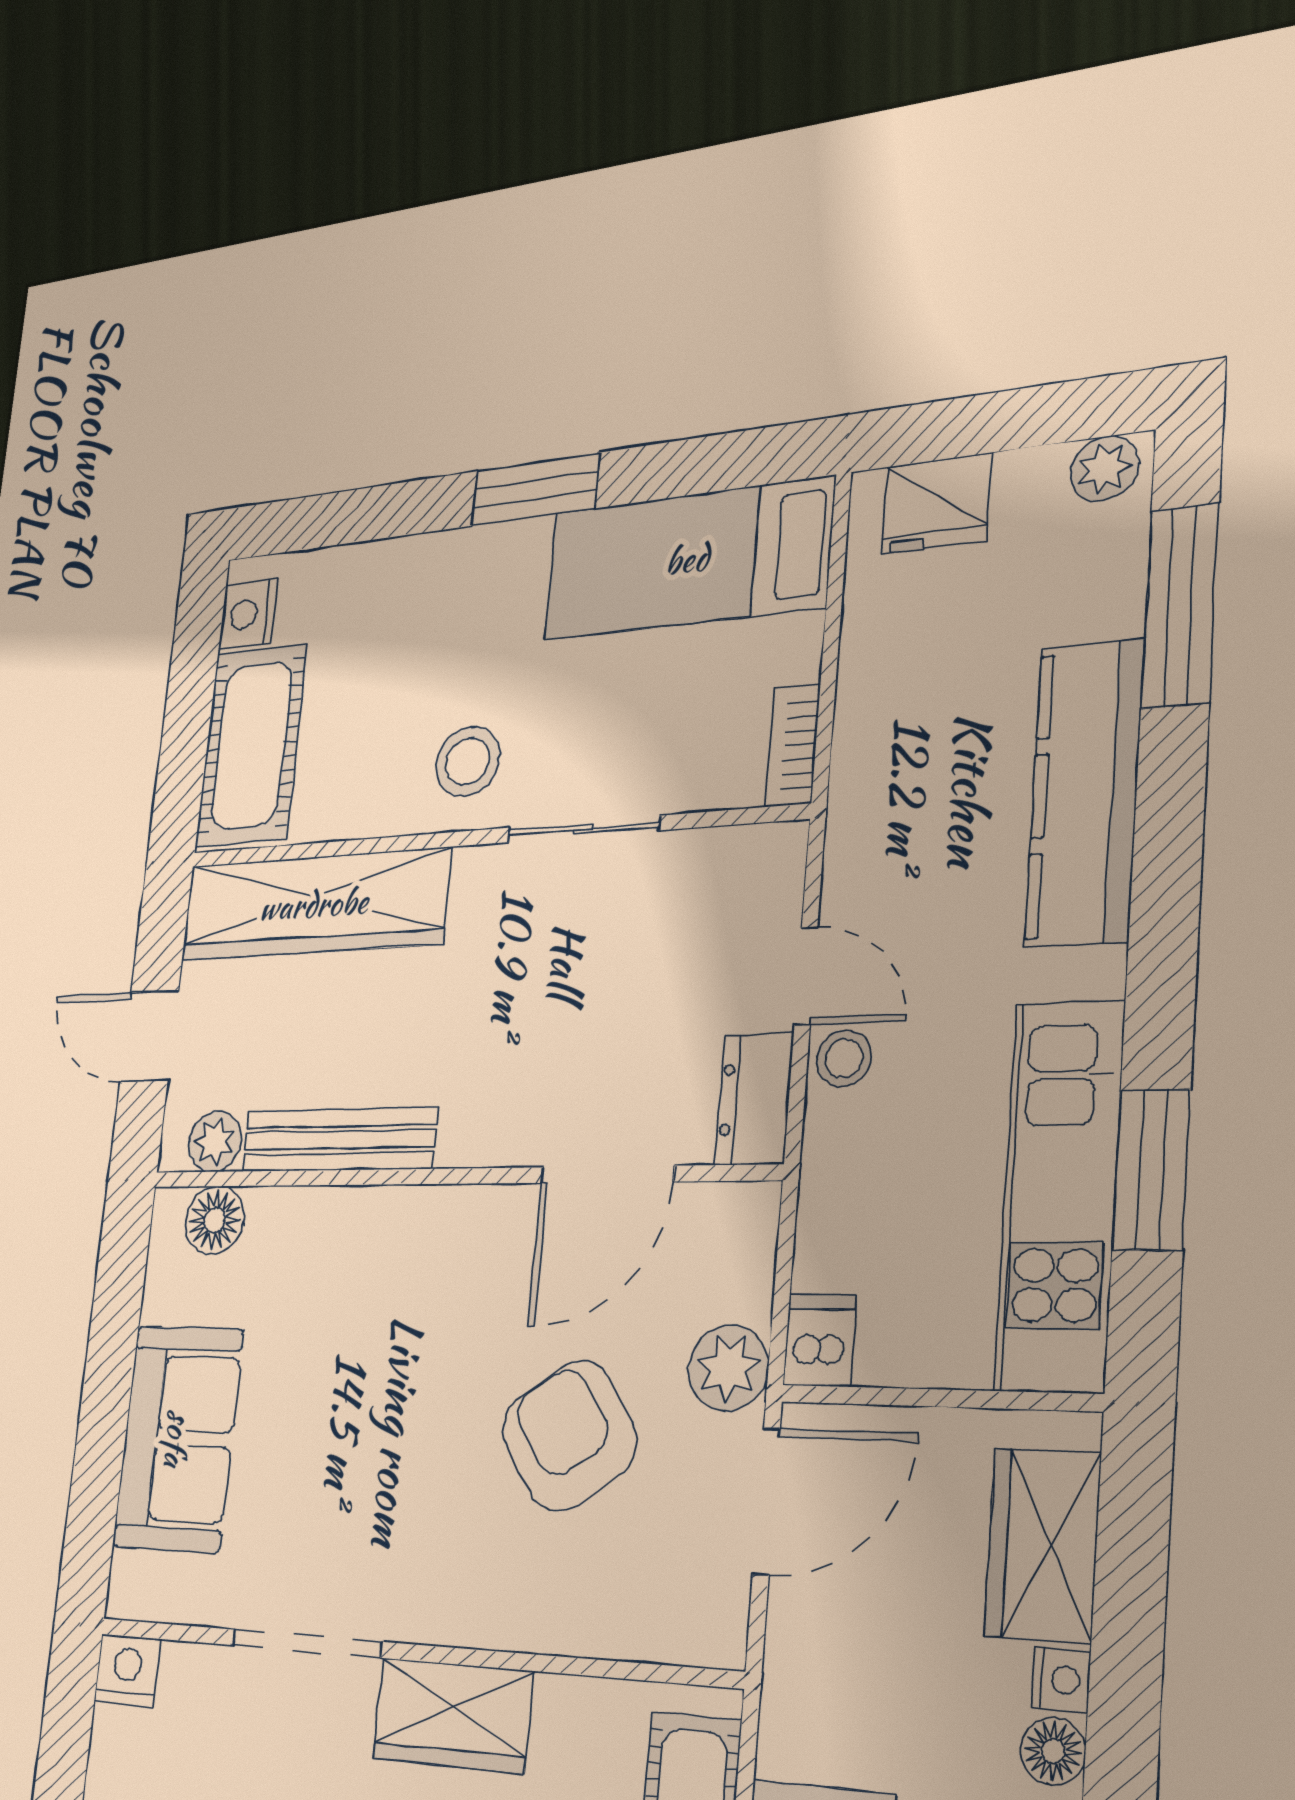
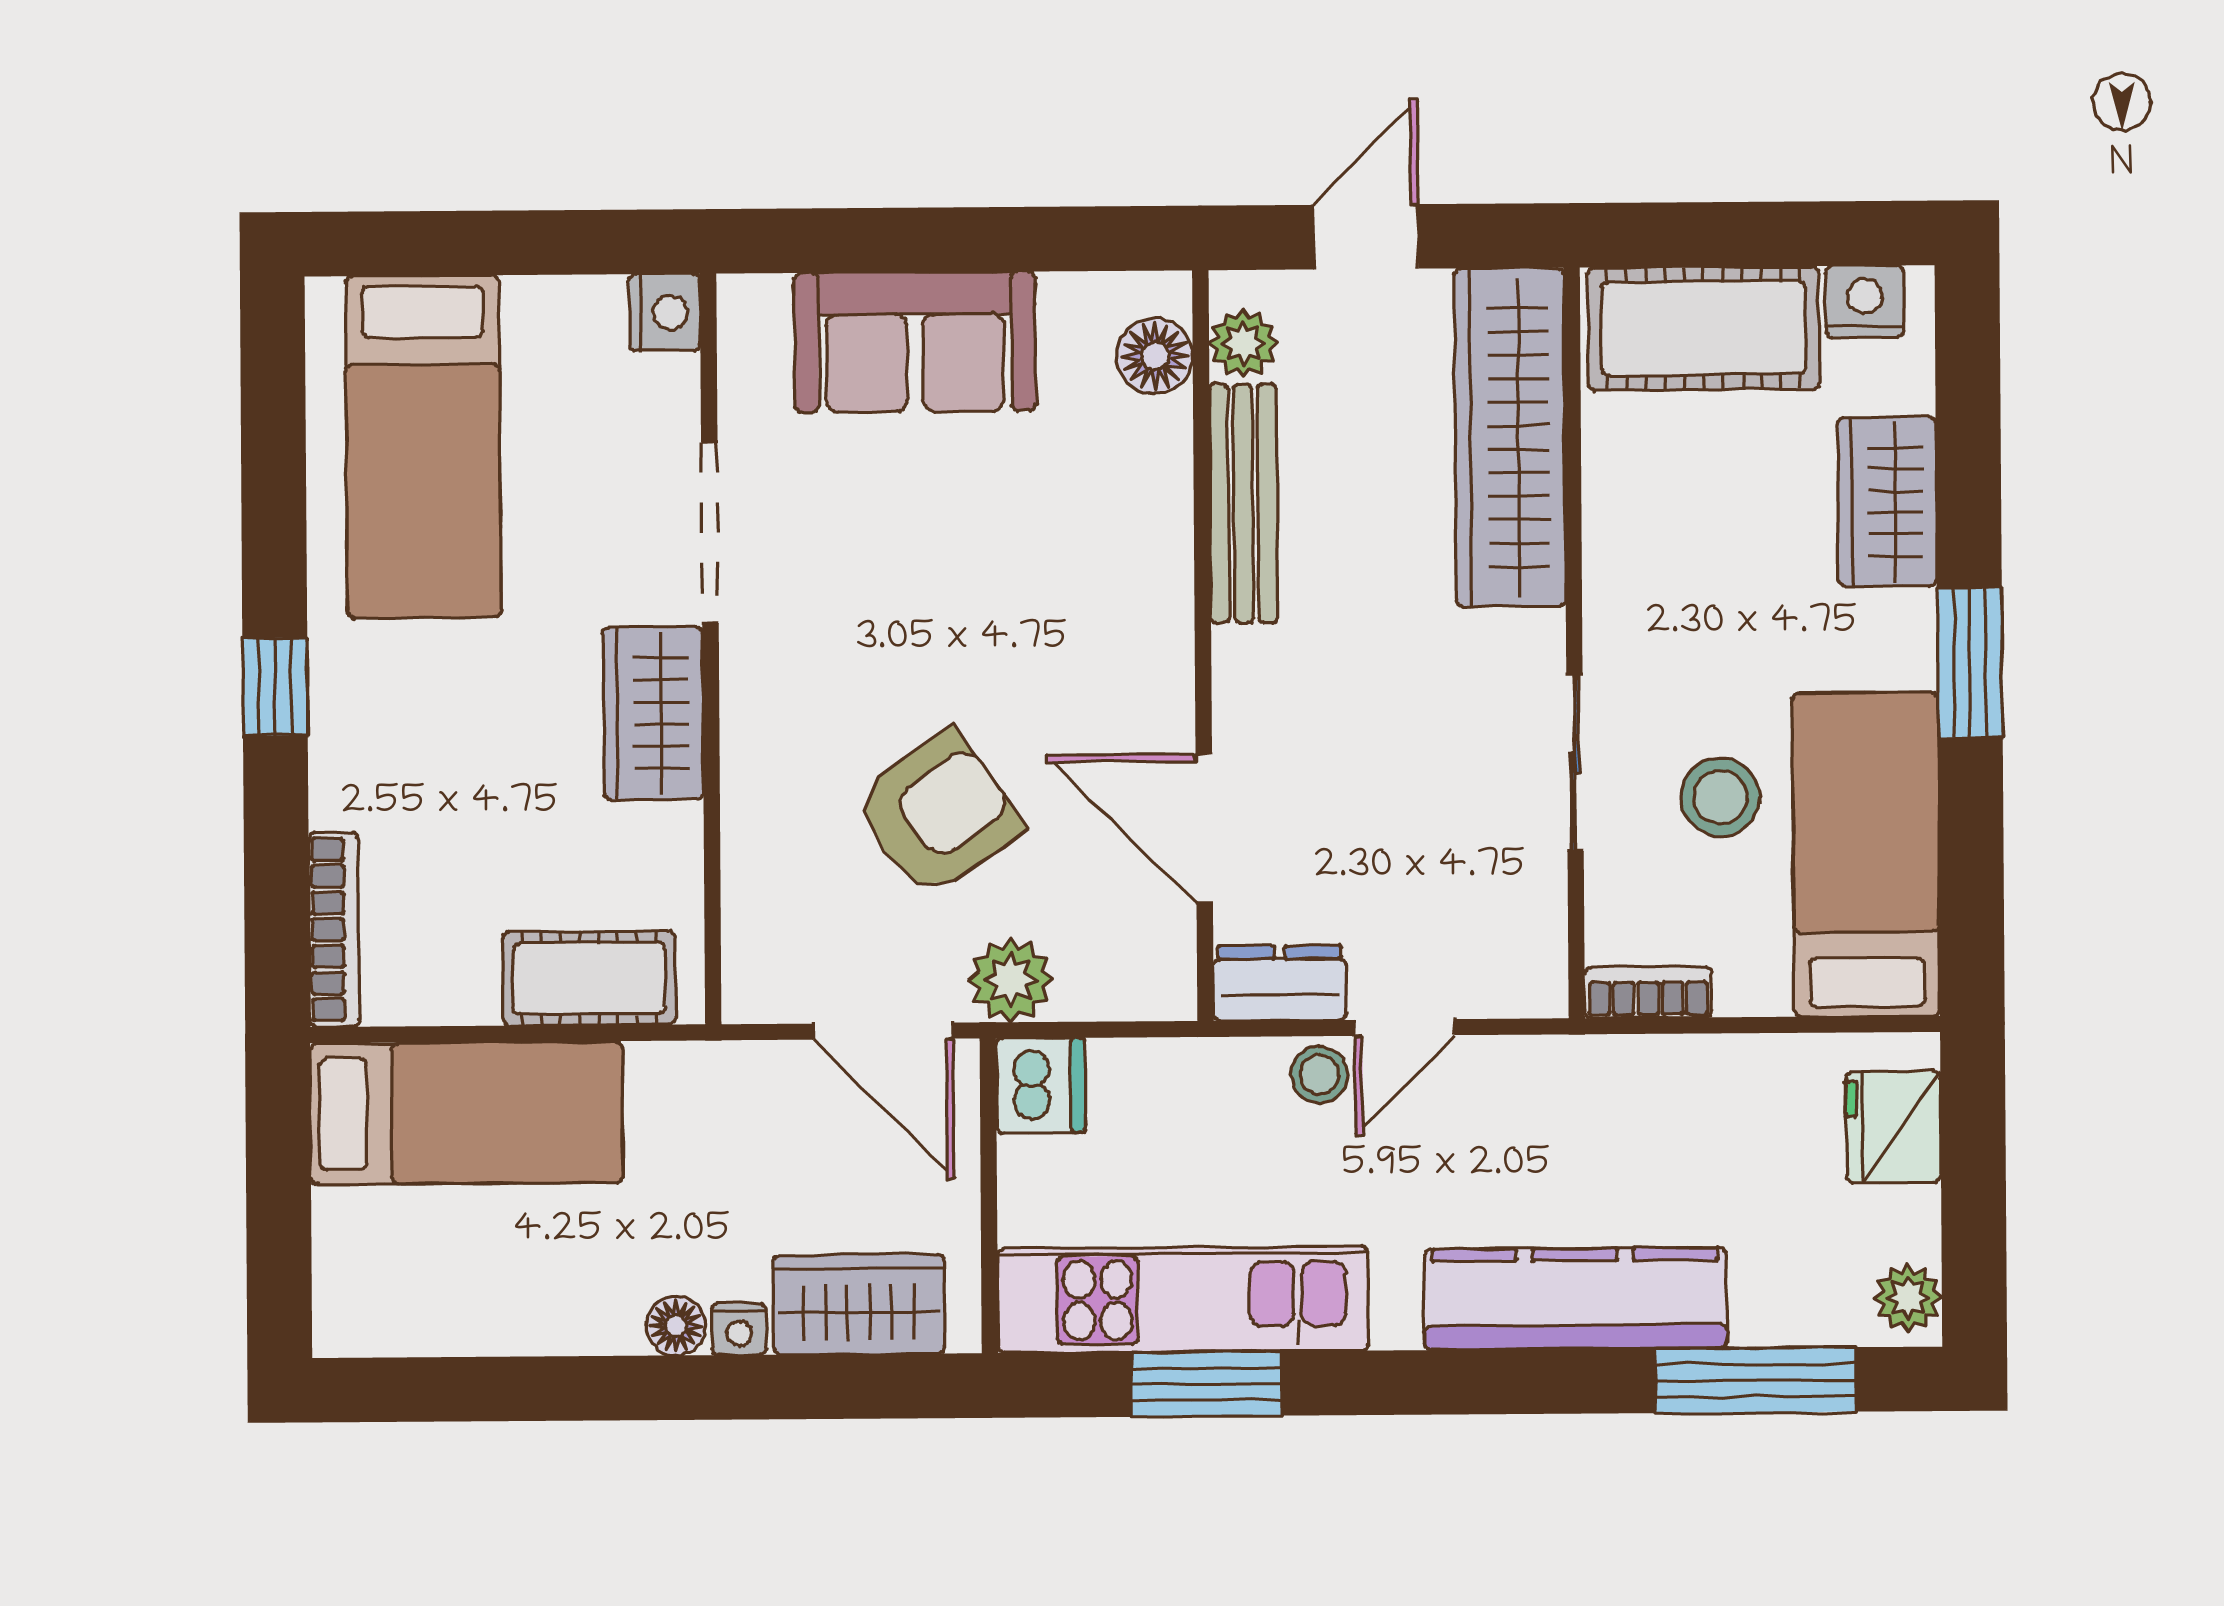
wardrobe: (400, 576) -> (1887, 502), added
stool: (468, 761) -> (1720, 797), moved
dishwasher: (820, 1340) -> (1041, 1086), width x1.38

